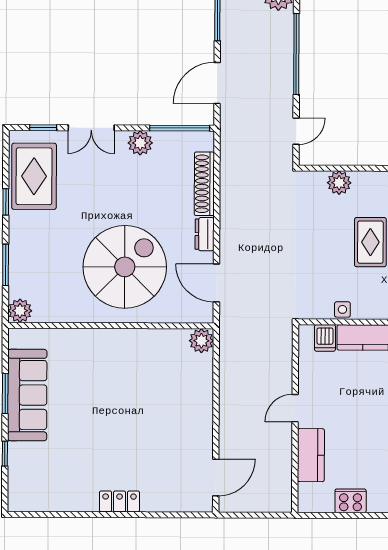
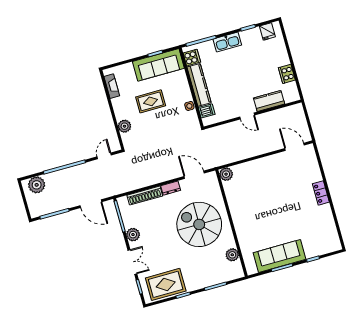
door: (296, 131) -> (104, 156), hinge flipped
door: (216, 283) -> (194, 175), swing flipped
plant: (20, 311) -> (232, 255), moved

